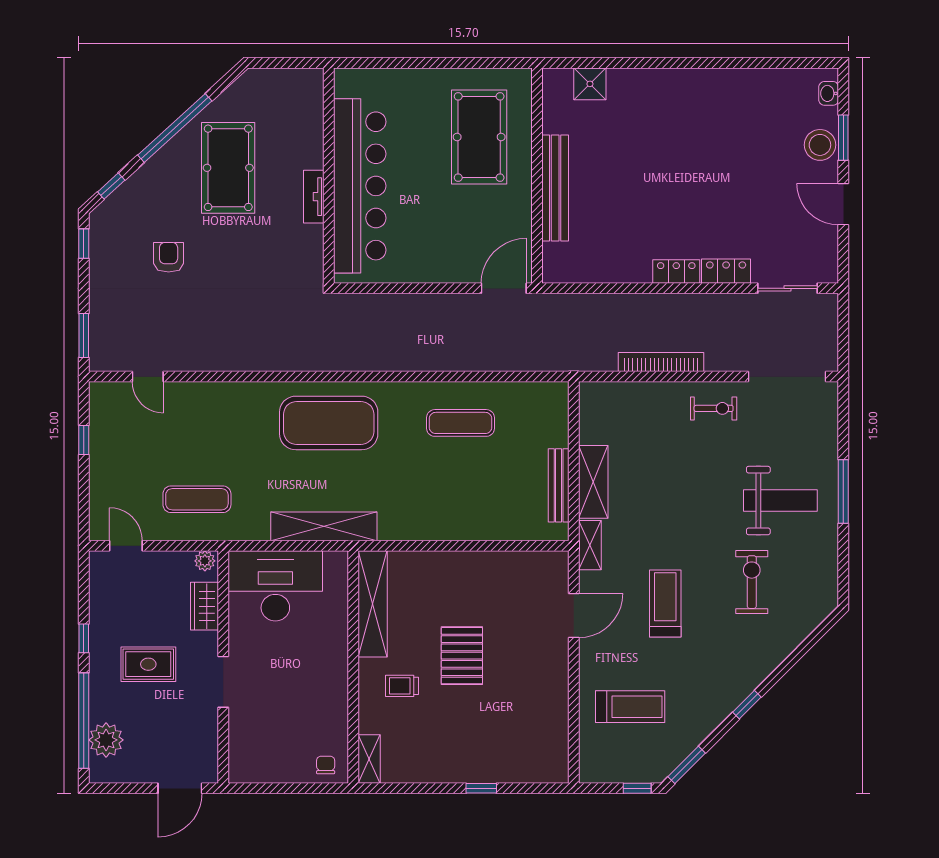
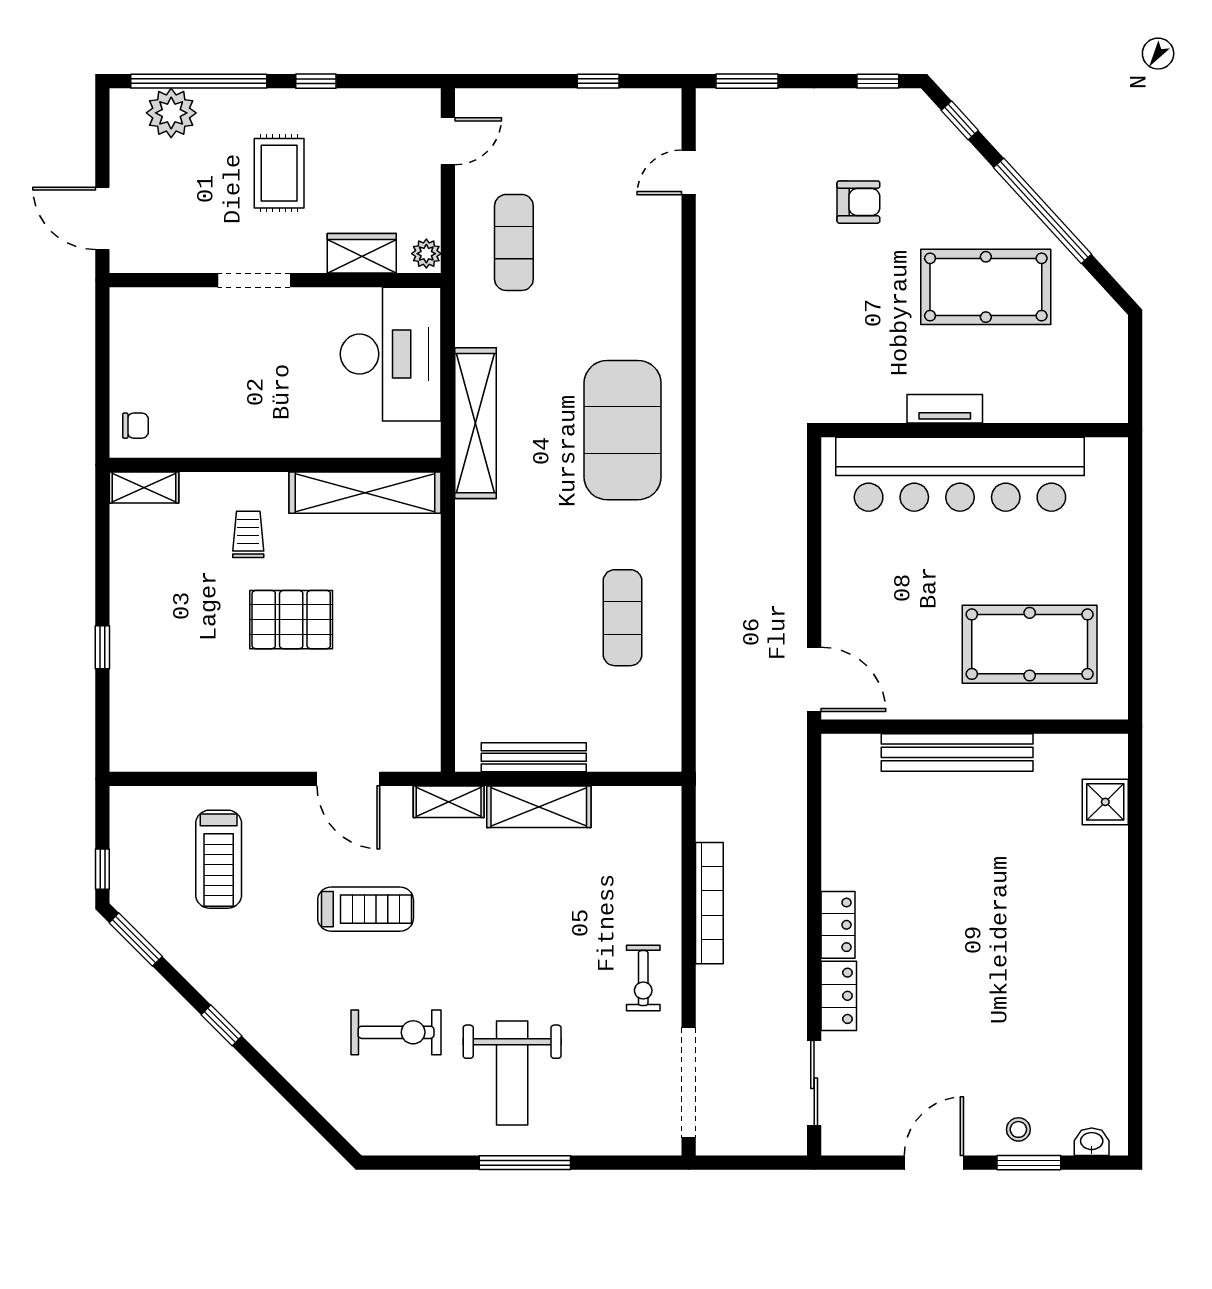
stool: (820, 145) -> (1018, 1129), width x0.53, depth x0.53

